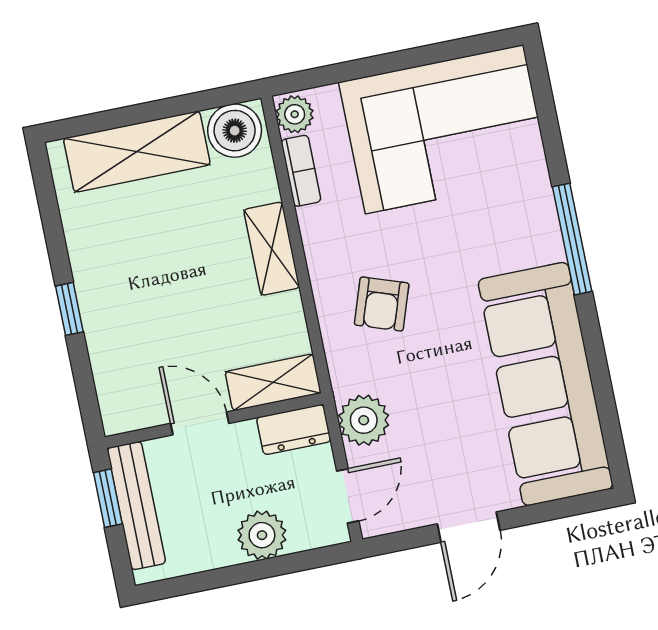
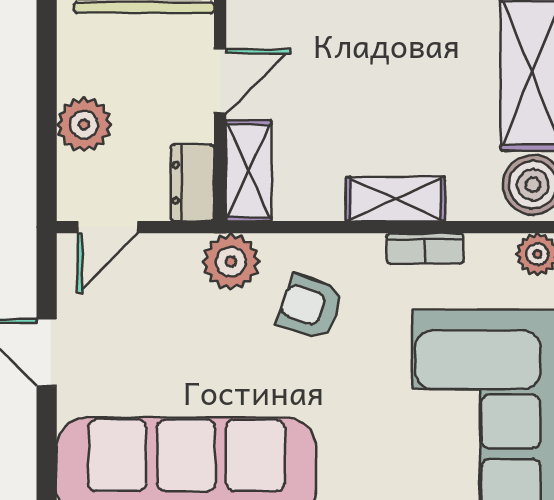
bookcase: (301, 171) -> (425, 249), moved
plant: (364, 420) -> (231, 262), moved
door: (348, 496) -> (108, 227), hinge flipped

